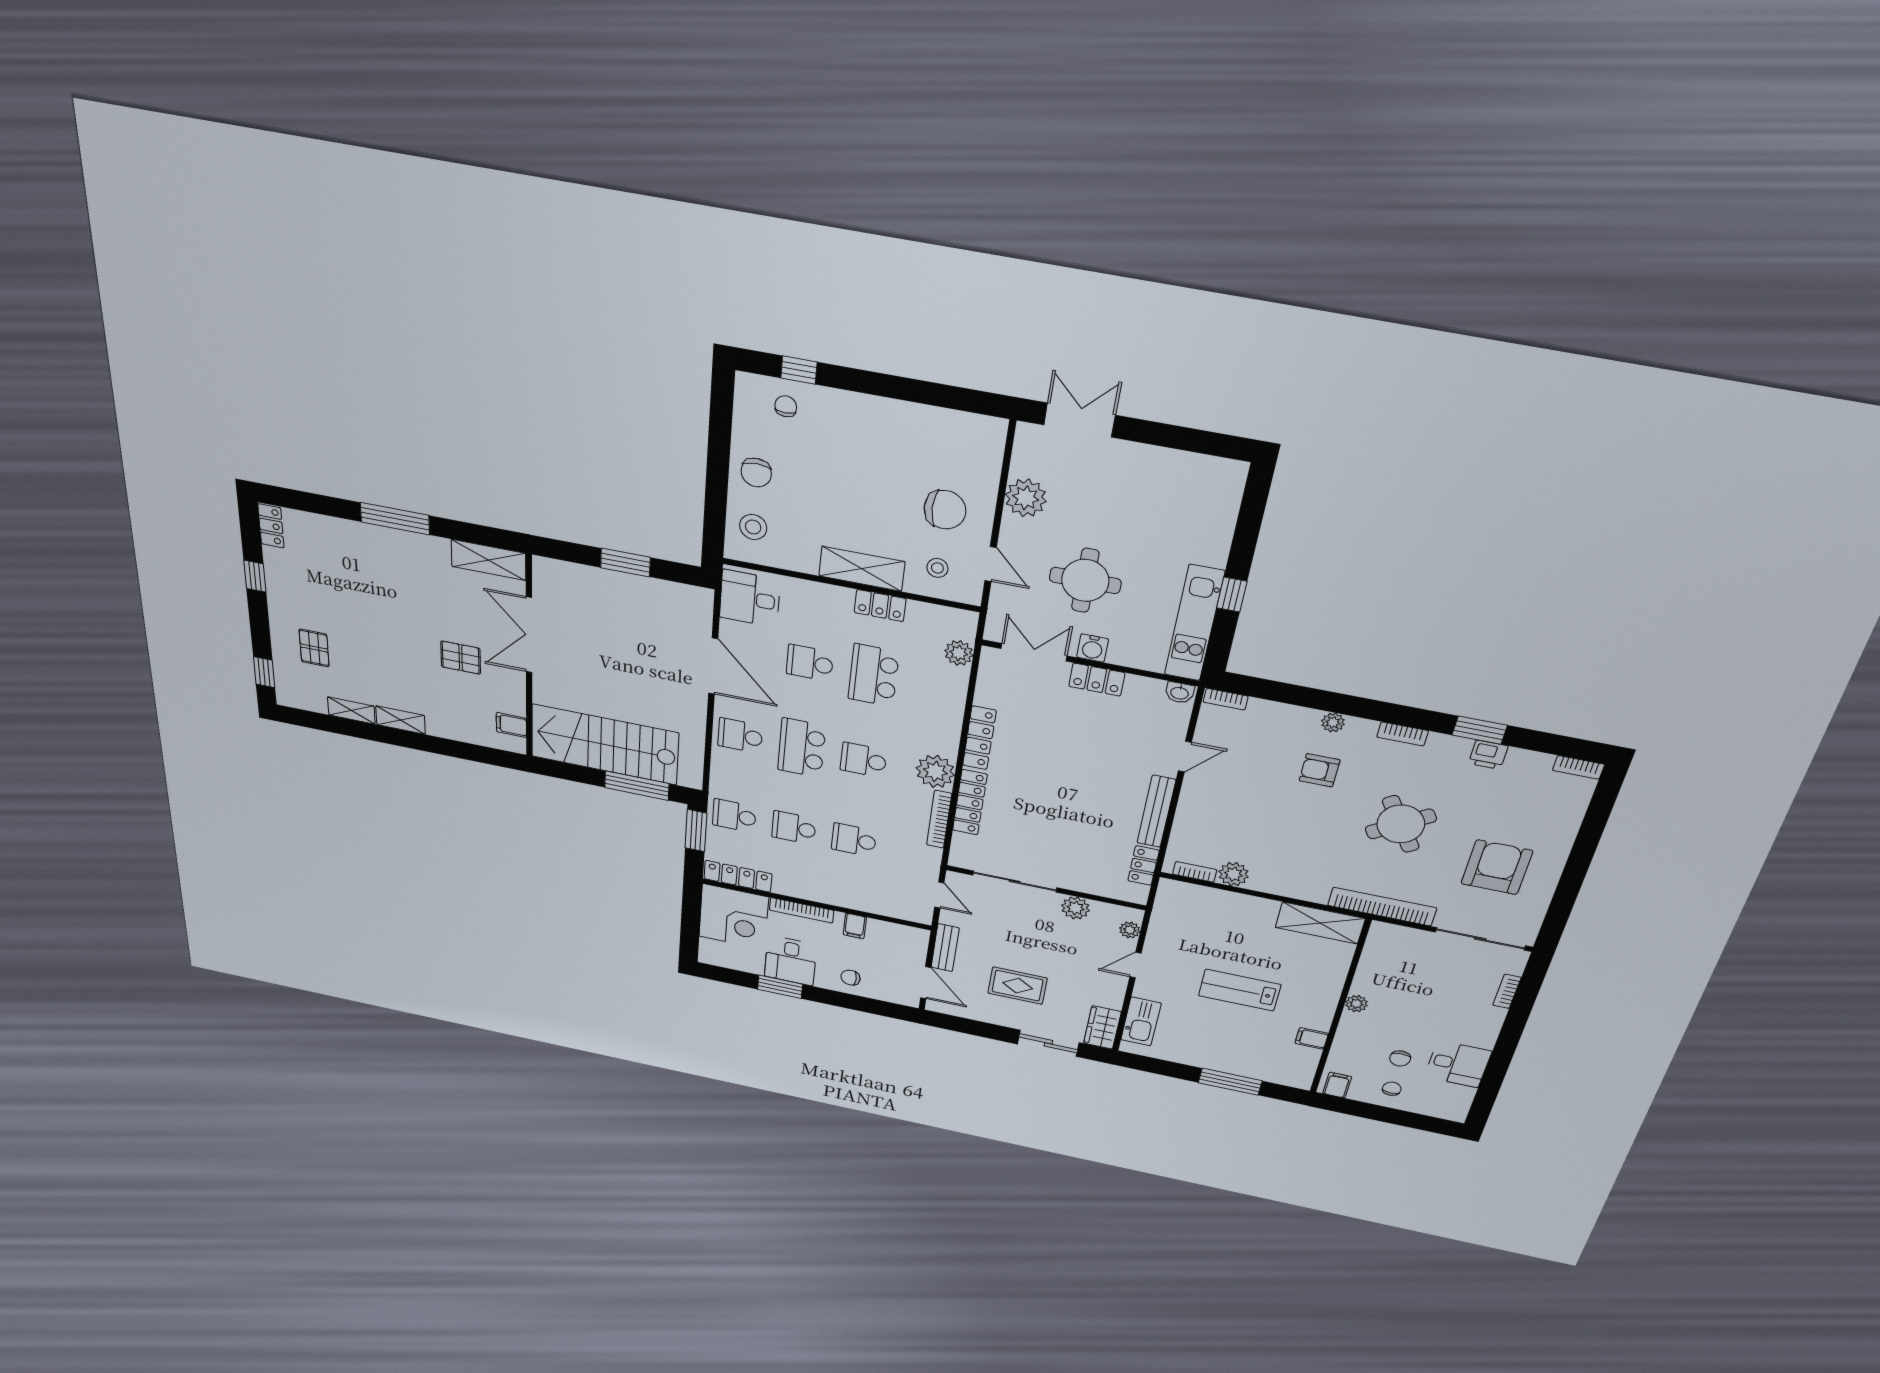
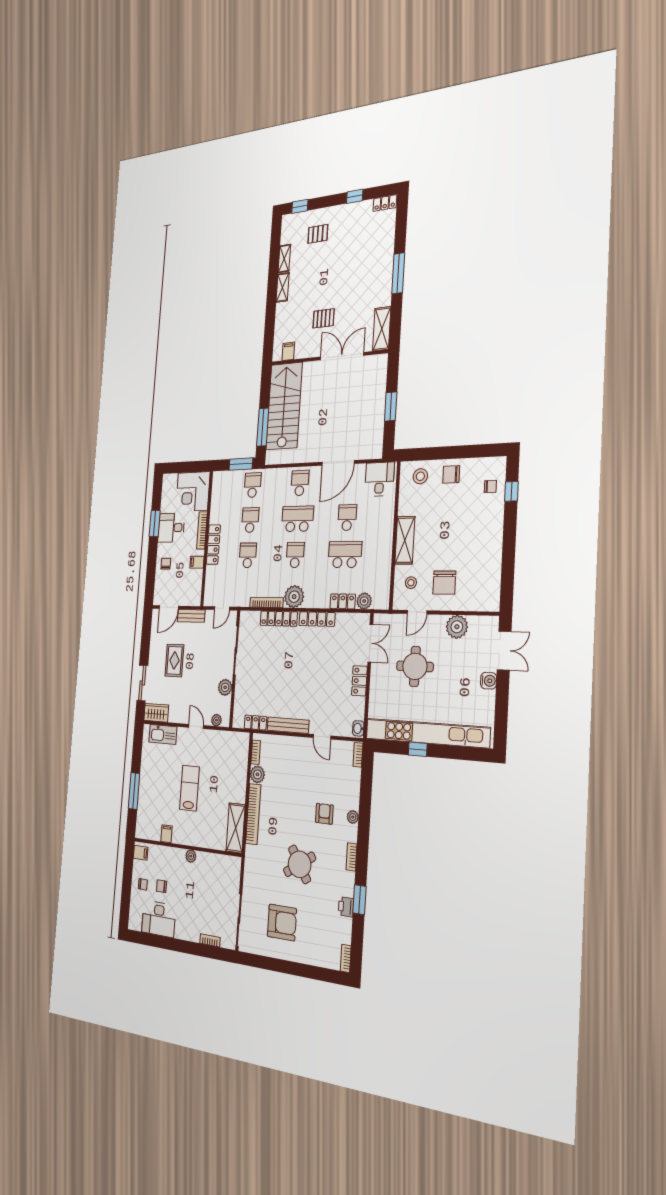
locker: (880, 606) -> (343, 601), moved, turned 90
kitchen unit: (1194, 623) -> (427, 733), width x1.86
water cooler: (1093, 648) -> (489, 681), moved, turned 180
pallet: (461, 658) -> (324, 318), turned 90
locker: (738, 876) -> (213, 545), moved
bookcase: (1382, 907) -> (253, 814), moved
desk: (1458, 1064) -> (159, 919), width x1.37

